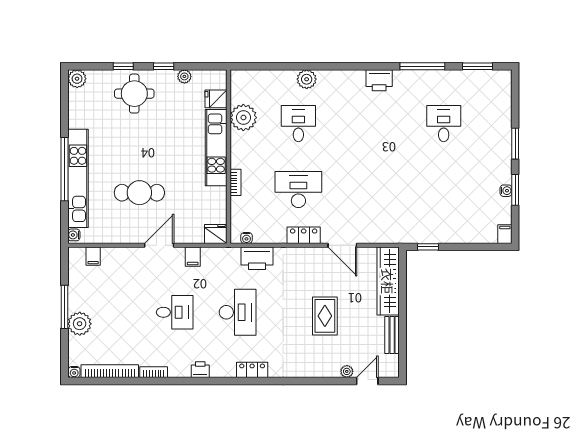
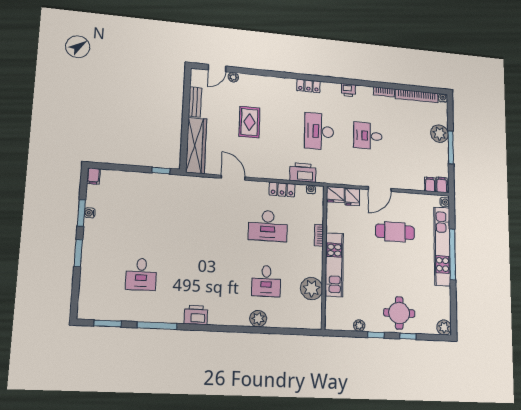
fridge: (216, 99) -> (352, 197), moved, turned 90
locker: (304, 235) -> (282, 189), moved
filing cabinet: (193, 257) -> (442, 185), moved

